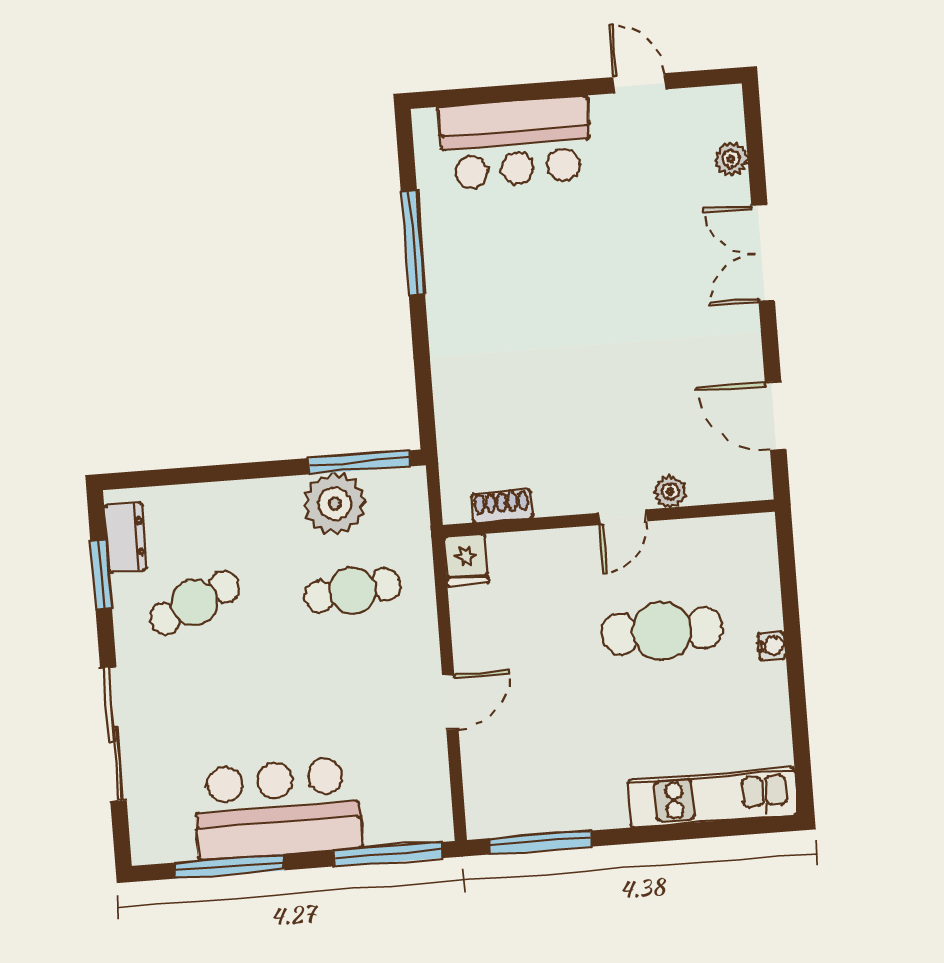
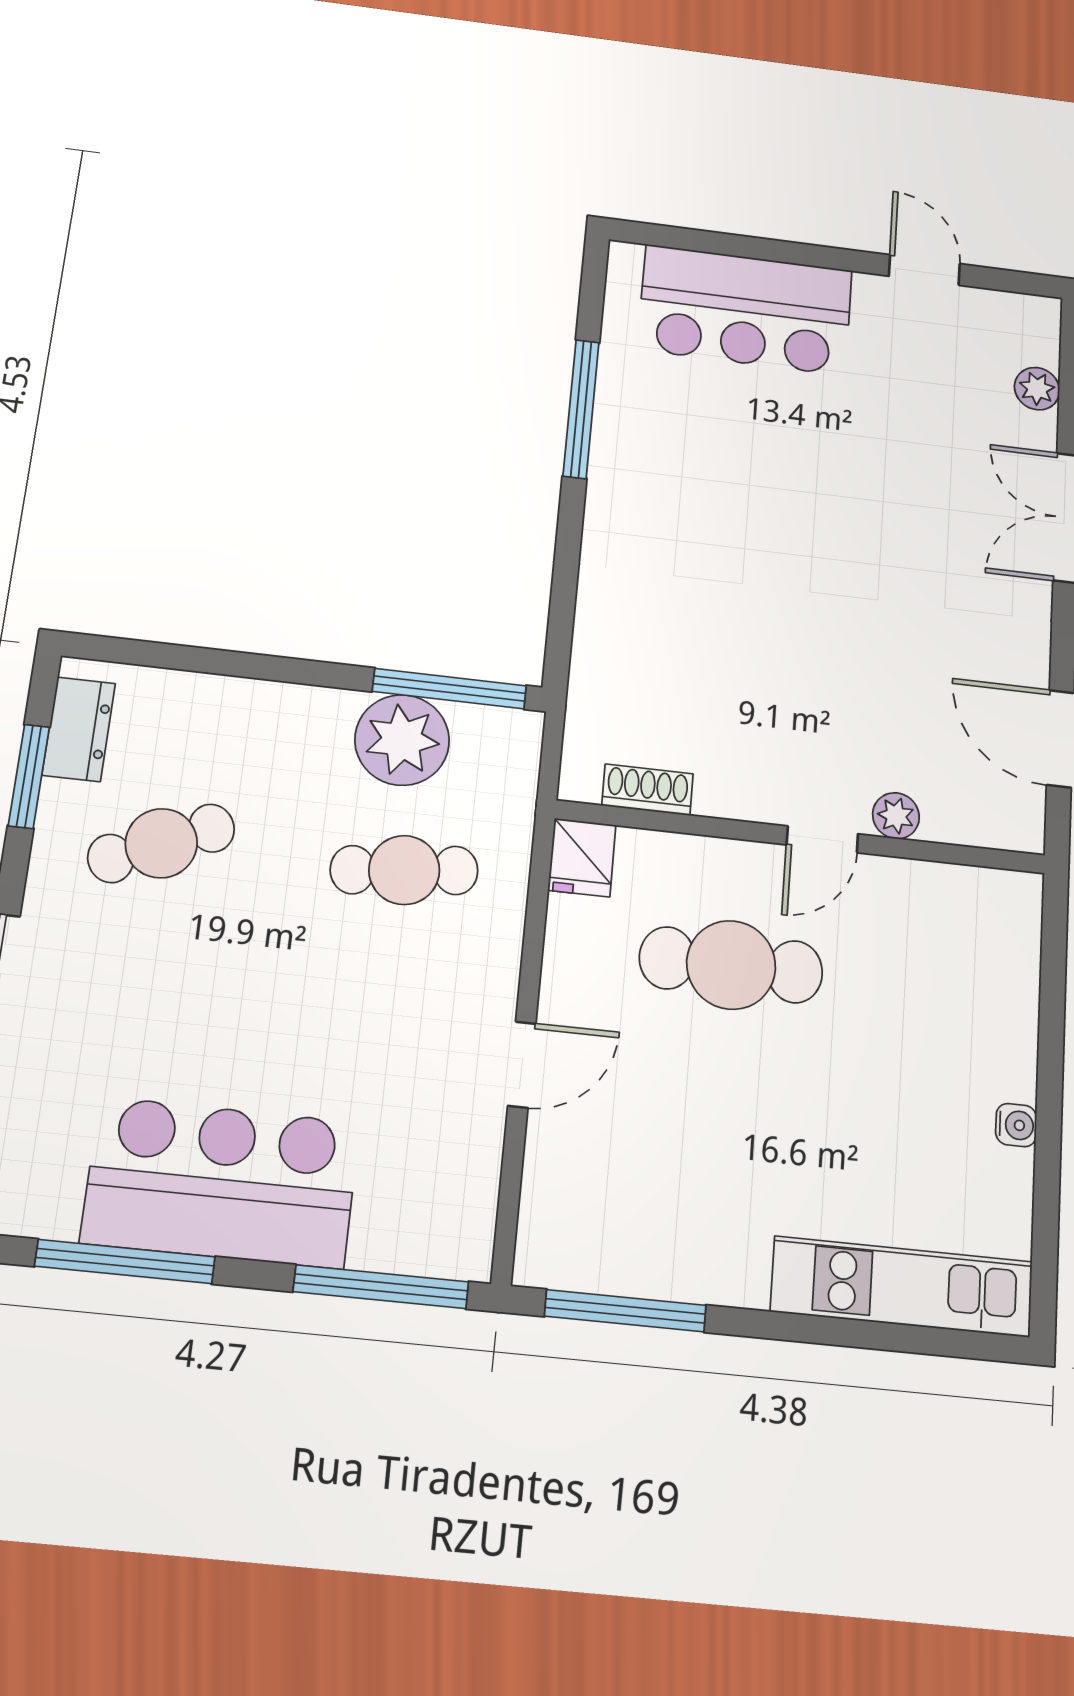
cafe table: (662, 631) -> (731, 965), moved
water cooler: (772, 646) -> (1016, 1125), moved

